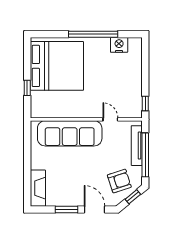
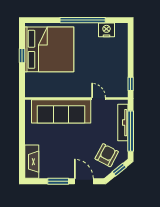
window: (27, 88) -> (22, 56), moved
armchair: (119, 181) -> (107, 155), turned -44

